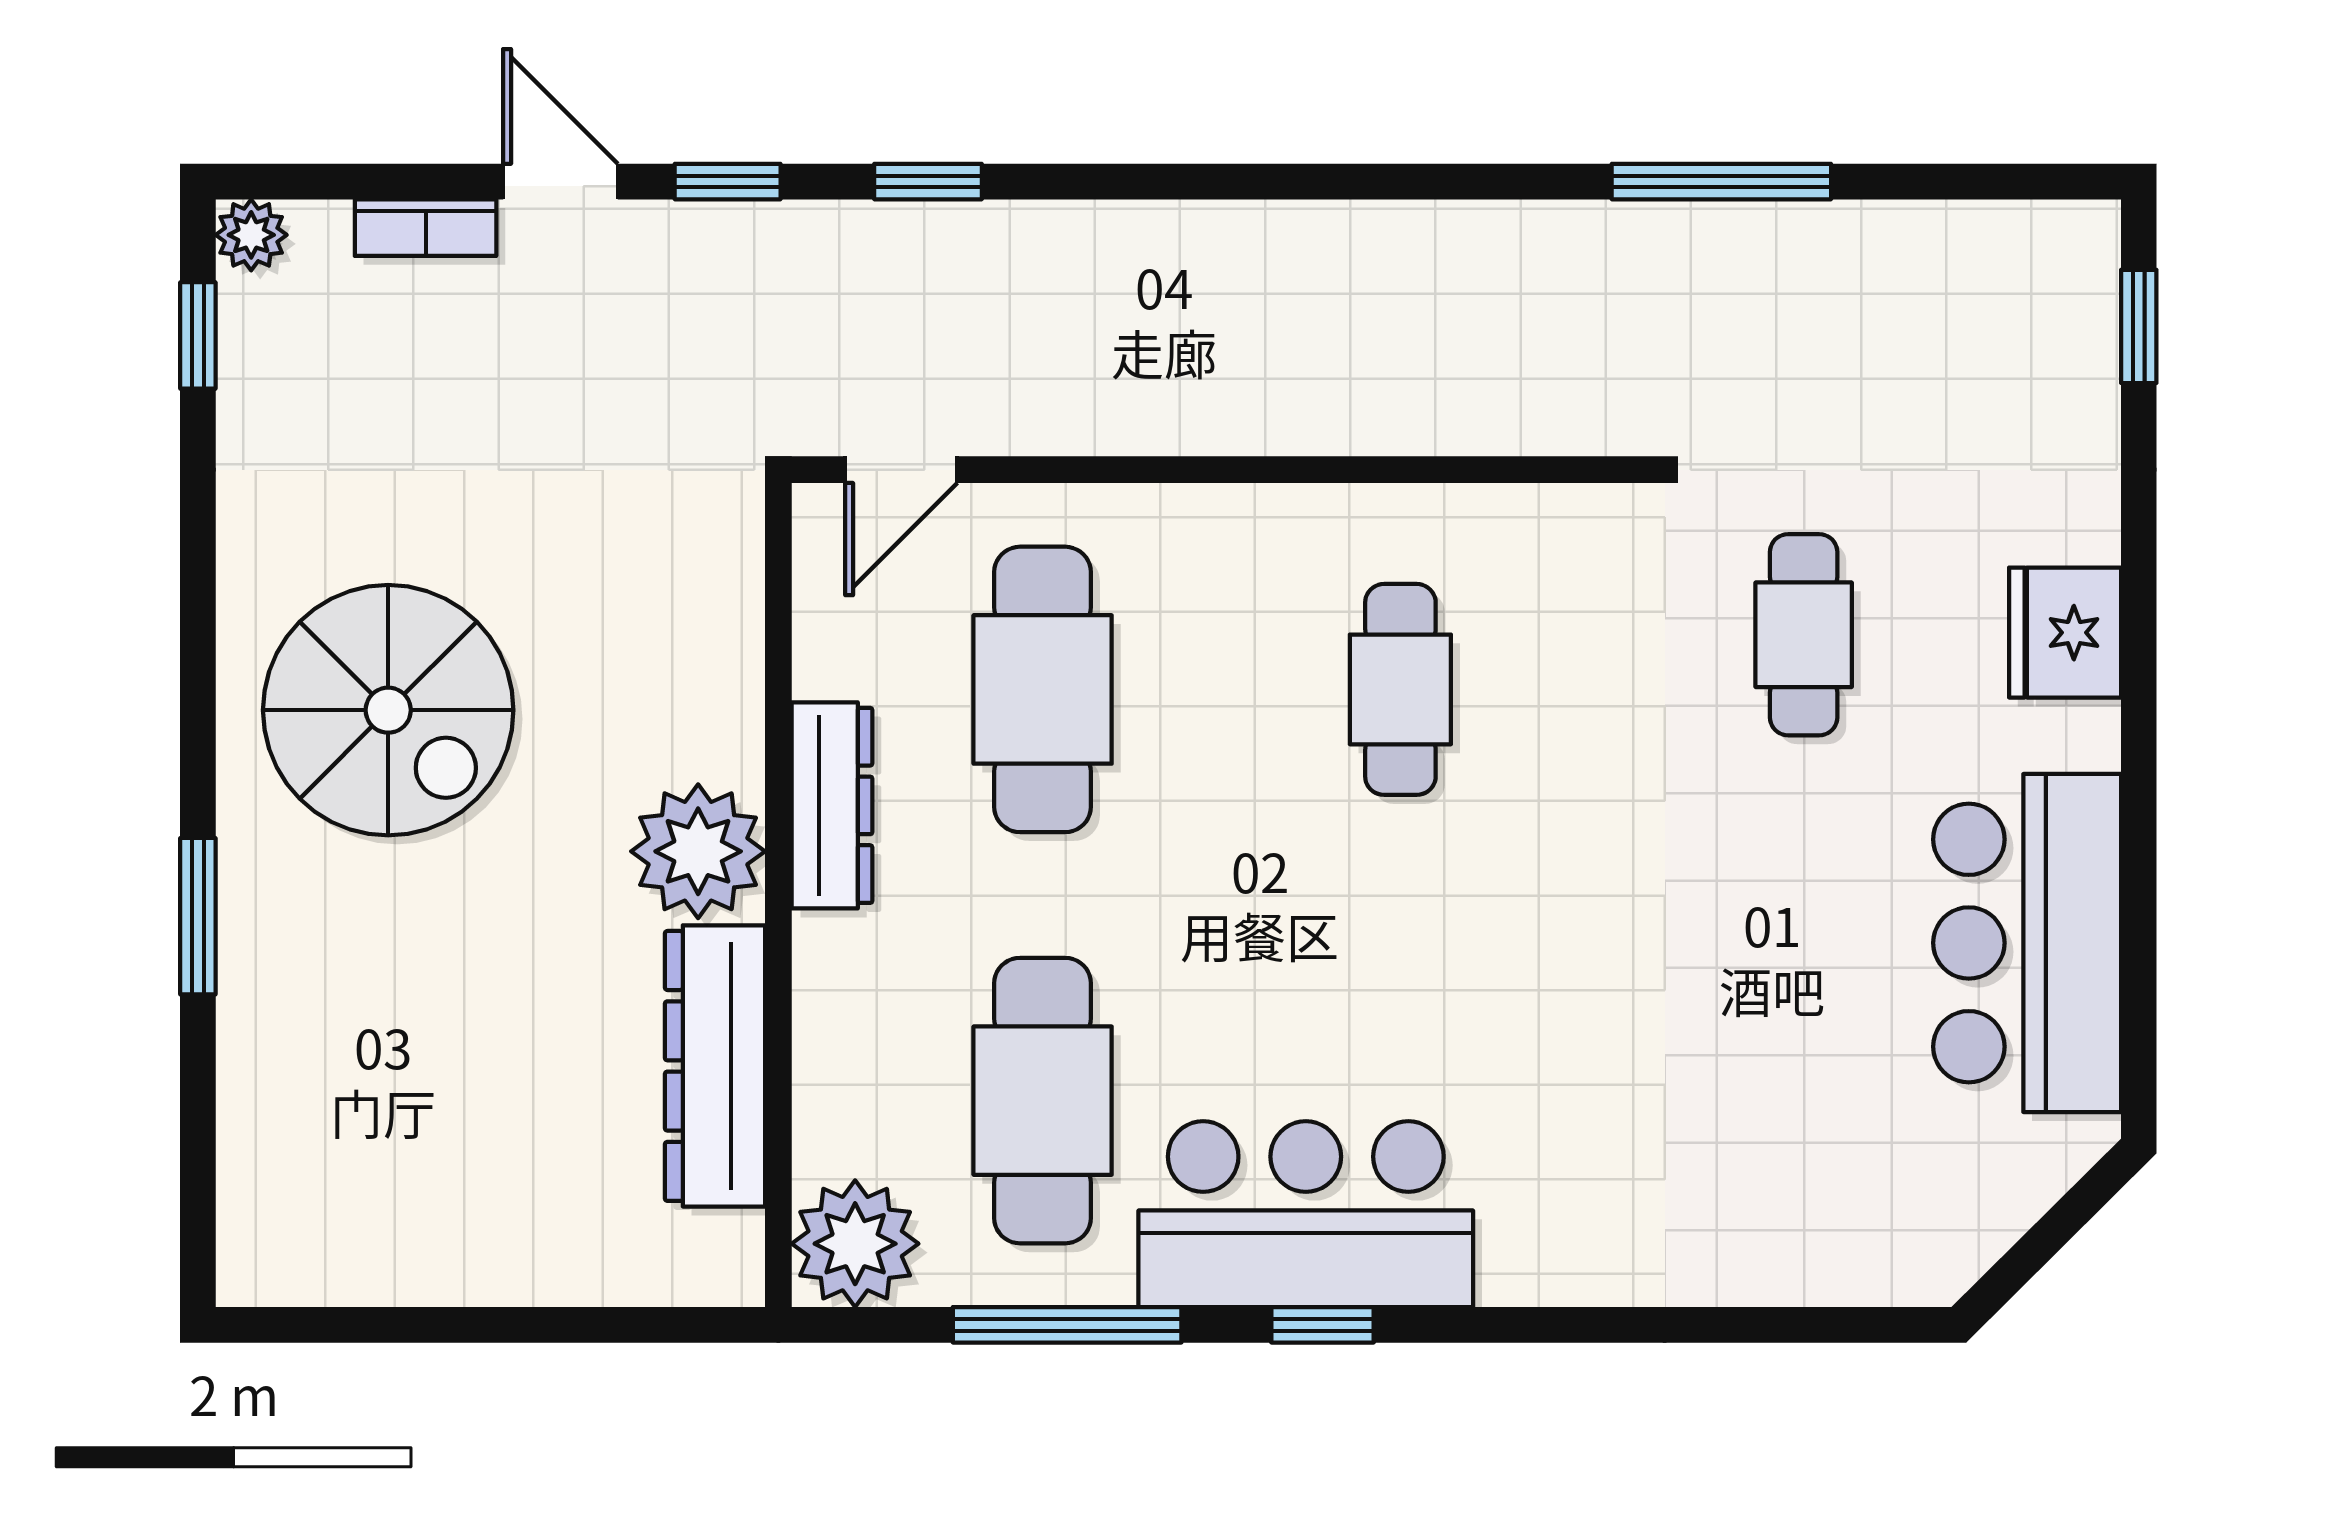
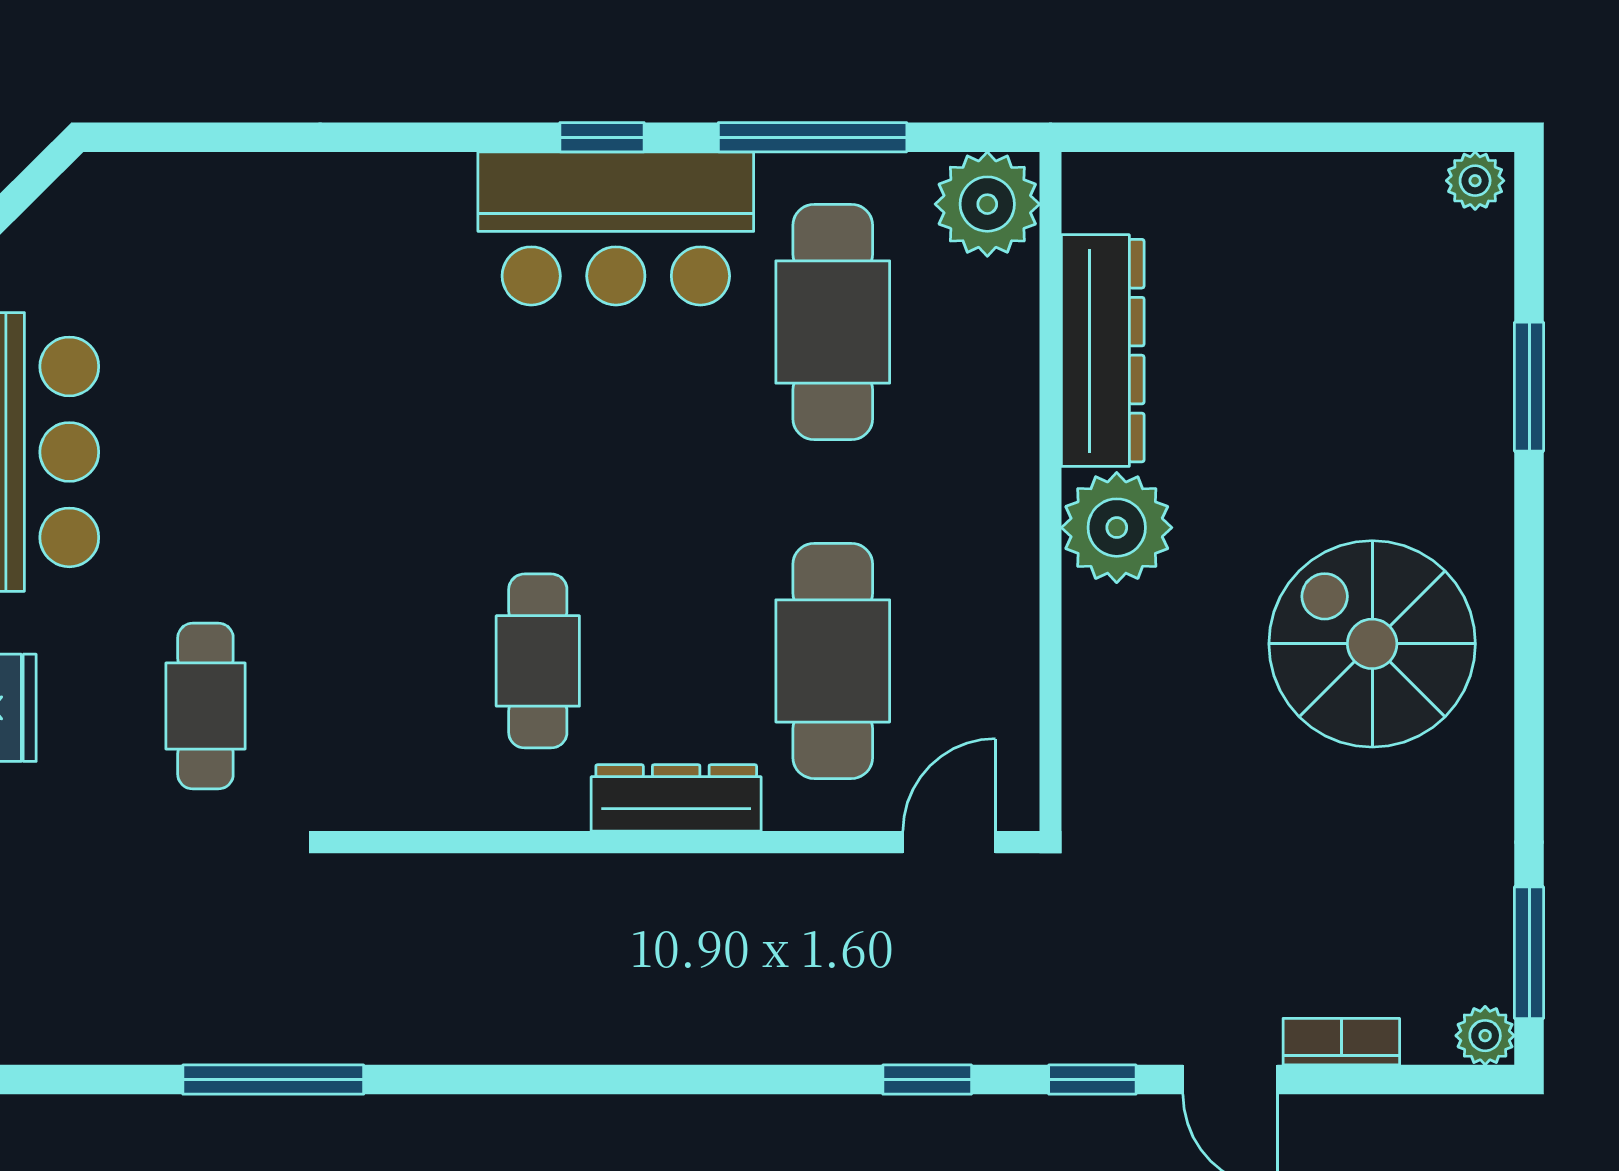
window: (198, 335) -> (1529, 953), width x1.50
dresser: (832, 805) -> (676, 798), moved, turned 90
window: (198, 916) -> (1529, 387), moved
plant: (263, 1272) -> (1475, 181), added

